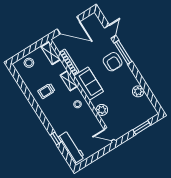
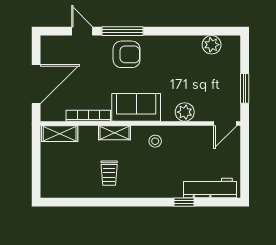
stool: (29, 63) -> (54, 173), removed
plant: (138, 91) -> (212, 45), moved
window: (142, 127) -> (245, 88), moved

